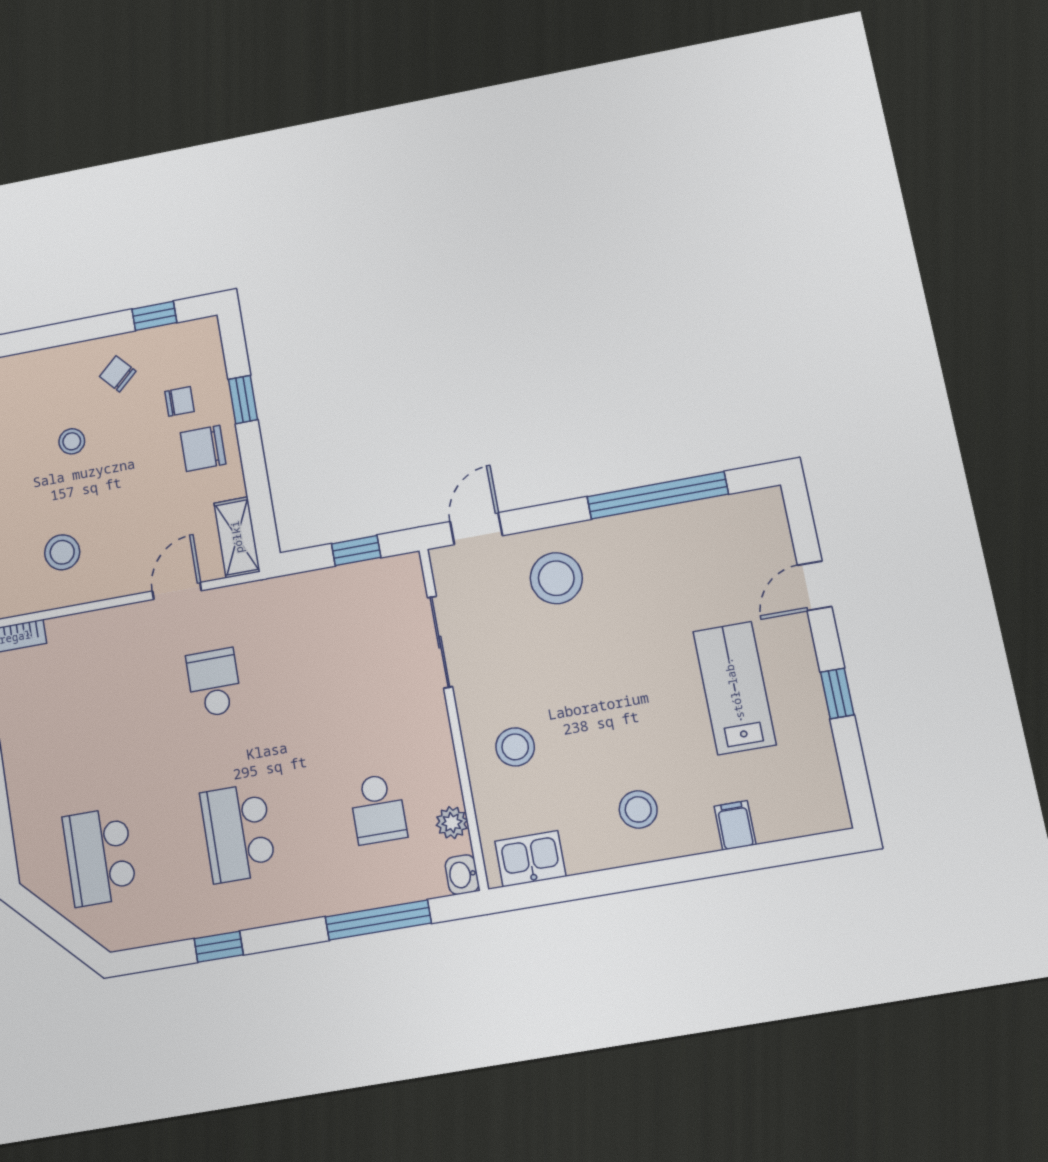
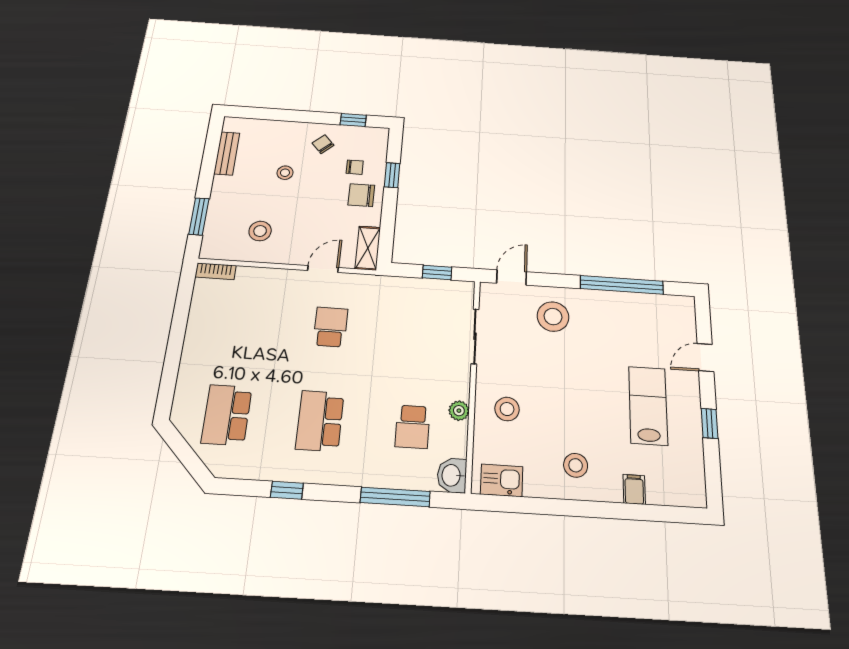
plant: (452, 823) -> (459, 411), moved
washbasin: (462, 875) -> (452, 475), width x1.38, depth x1.45

